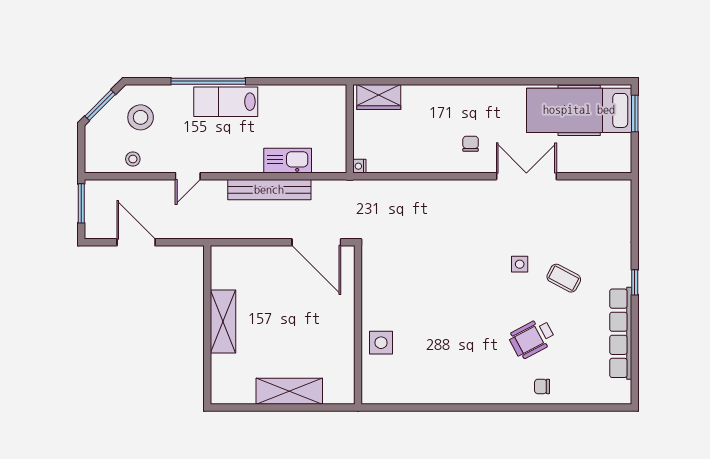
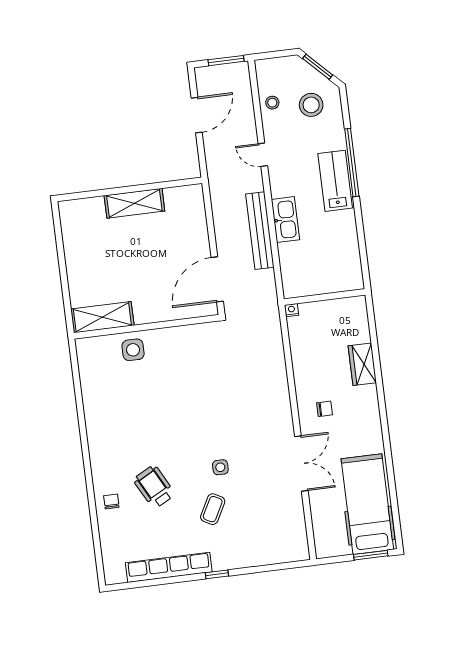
wardrobe: (379, 97) -> (362, 364), moved
kitchen sink: (288, 161) -> (285, 220), moved
shelving: (289, 391) -> (102, 317), moved, turned 90

